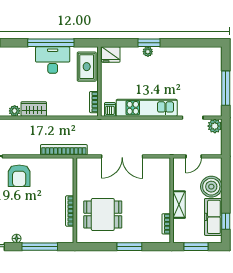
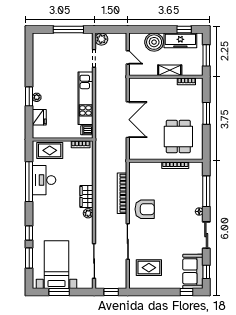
fridge: (111, 55) -> (39, 117), moved
bookcase: (64, 150) -> (122, 193), moved

